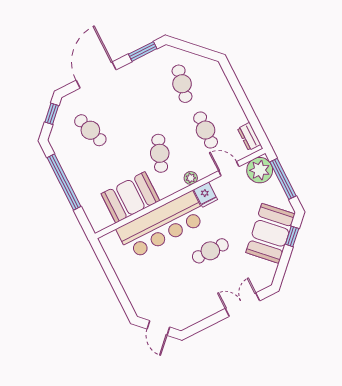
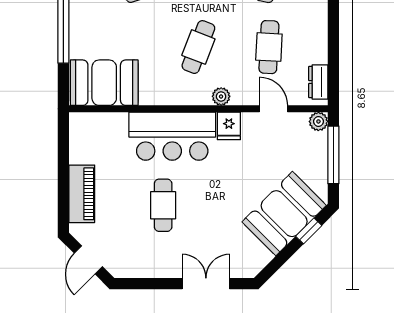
plant: (260, 170) -> (318, 121), width x0.53, depth x0.53
booth: (130, 197) -> (104, 83), moved
bar counter: (162, 225) -> (172, 136), width x0.73
cafe table: (210, 251) -> (163, 205), moved, turned 90
piano: (132, 287) -> (82, 194), added

